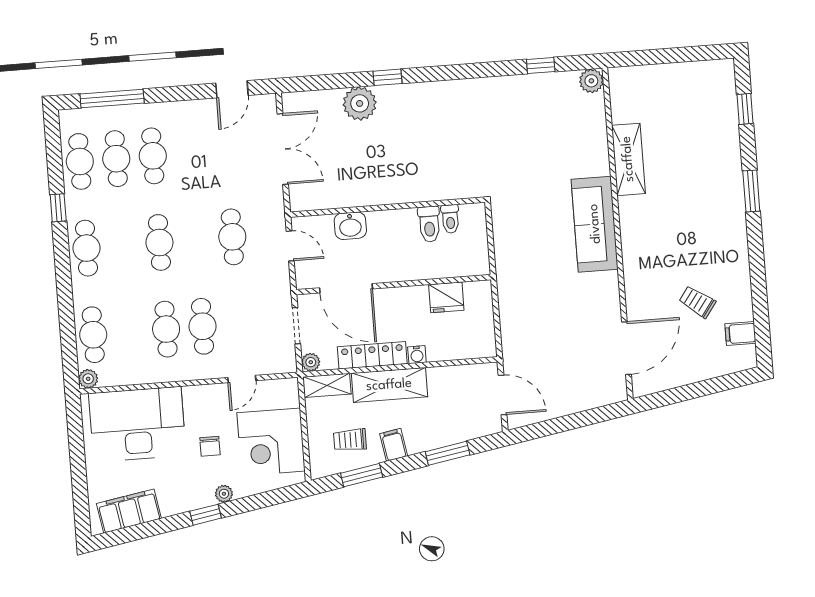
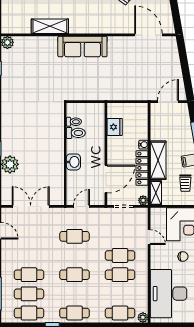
washbasin: (350, 226) -> (73, 162), moved

